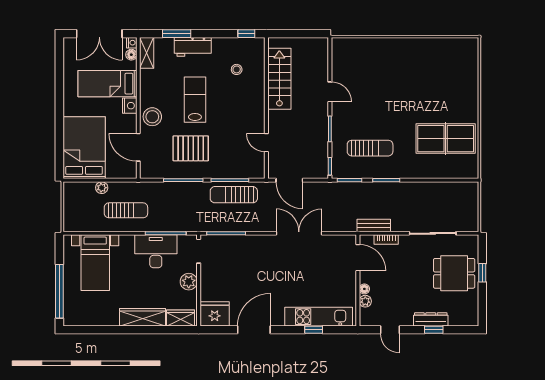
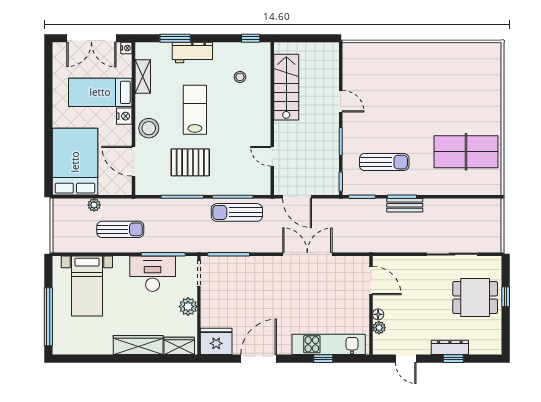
shelving: (147, 53) -> (143, 77), moved
floor lamp: (131, 55) -> (126, 61), removed
bench: (374, 225) -> (405, 205), moved
bookcase: (386, 240) -> (402, 261), removed

